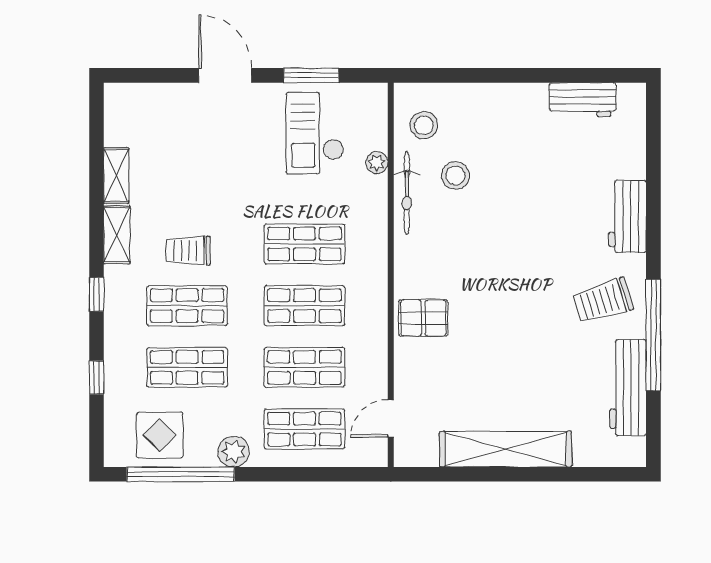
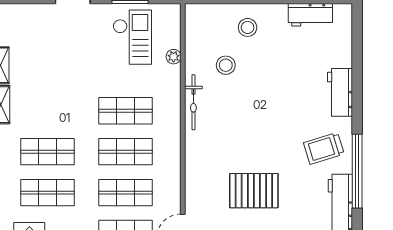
stool: (424, 125) -> (248, 27), moved
checkout: (315, 133) -> (132, 37), turned 180
bicycle: (407, 193) -> (193, 102), moved
trolley: (188, 251) -> (48, 115), removed
pallet: (423, 318) -> (254, 191), moved, width x1.50, depth x1.42

